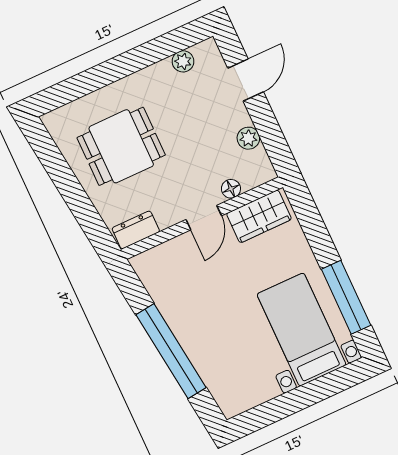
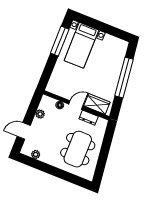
dining table: (121, 146) -> (78, 149), width x1.38
wardrobe: (259, 216) -> (97, 104), moved
dresser: (136, 230) -> (89, 118), moved

